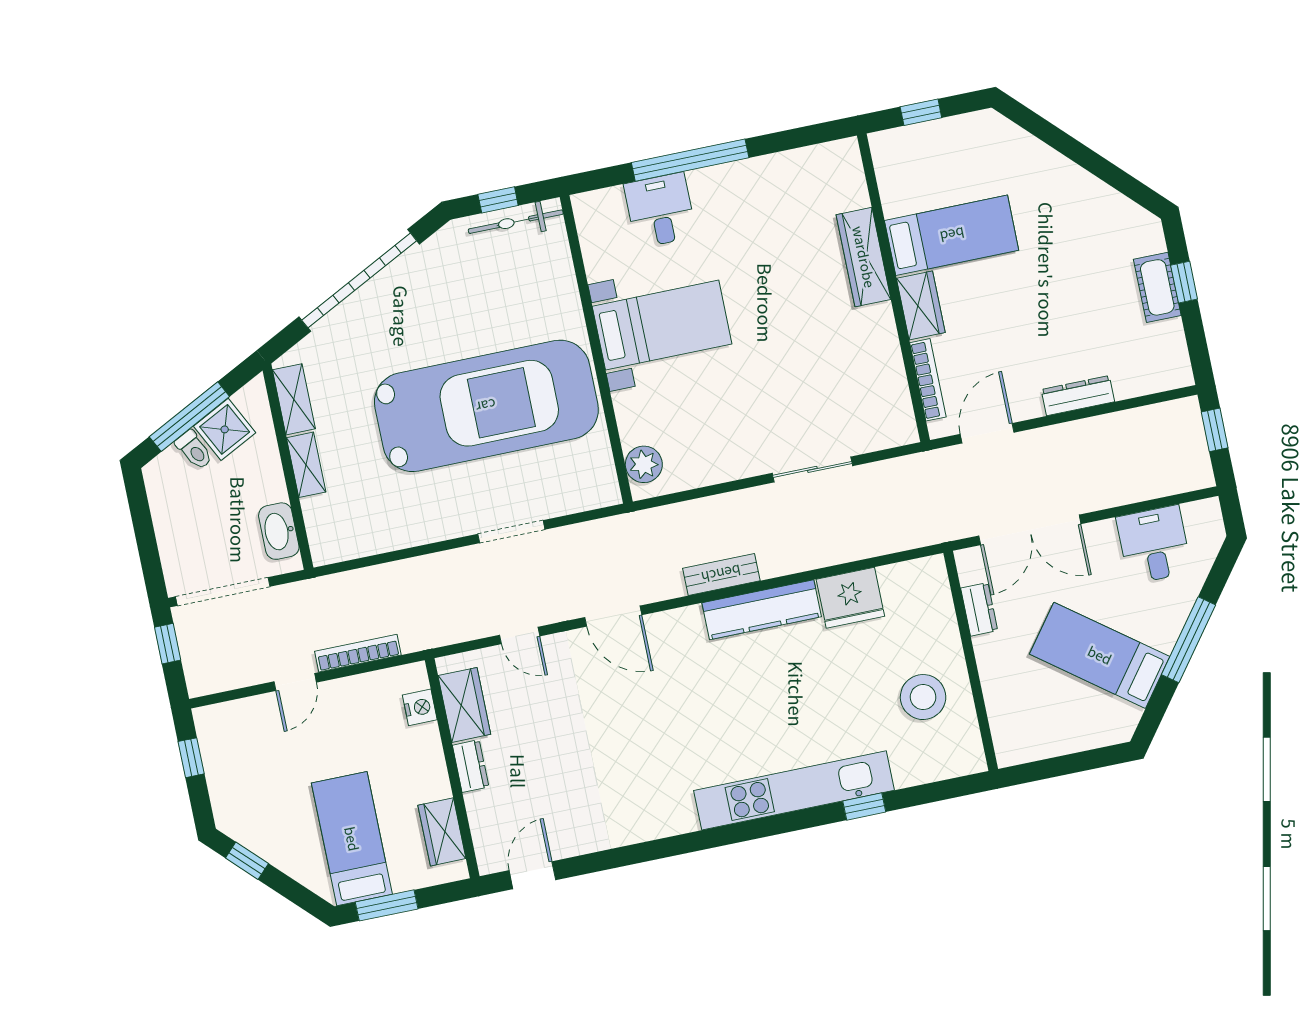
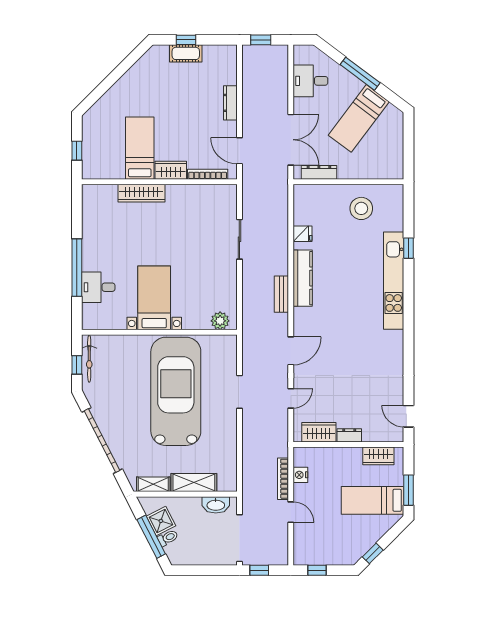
shelving: (306, 465) -> (194, 483), width x1.50, depth x1.33
fridge: (850, 598) -> (302, 234), width x0.53, depth x0.75
dresser: (979, 609) -> (319, 172), width x1.44
nightstand: (420, 707) -> (300, 475), moved, turned -90

